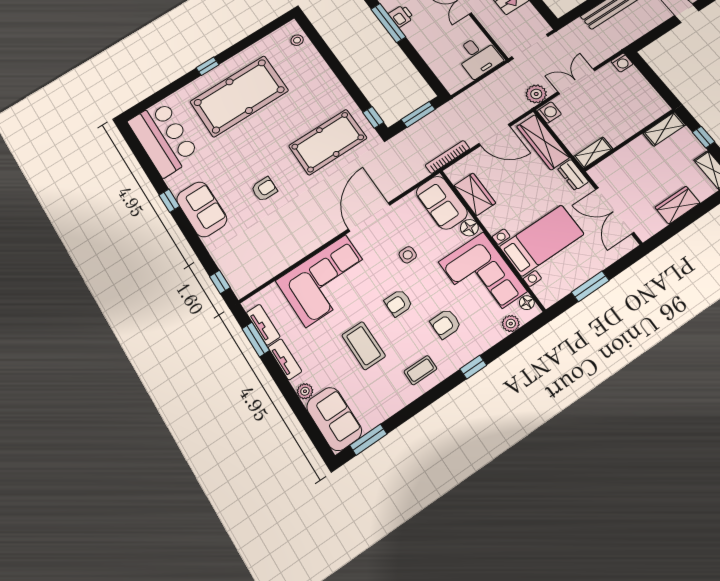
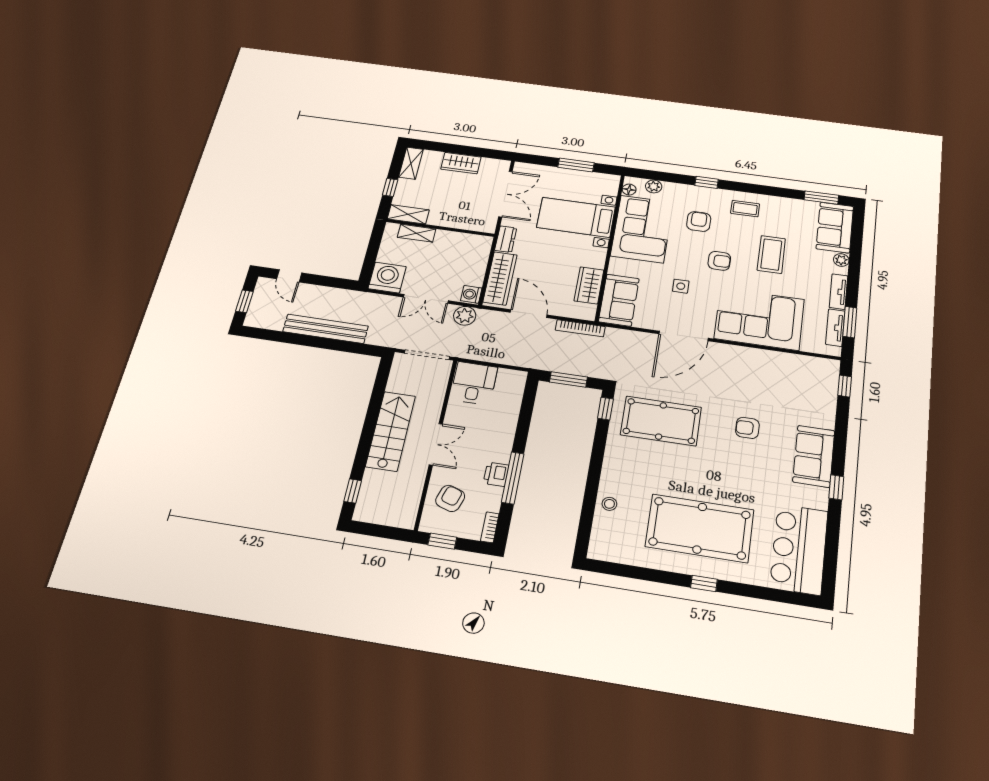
stool: (297, 40) -> (609, 504), moved
washing machine: (622, 63) -> (387, 278), width x1.89, depth x1.89
shelving: (593, 153) -> (417, 233), moved
floor lamp: (469, 228) -> (617, 267), removed
armchair: (446, 324) -> (699, 222), turned -90

